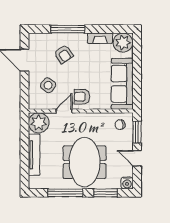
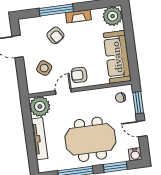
fireplace: (100, 38) -> (78, 16), moved
meeting table: (85, 162) -> (90, 139), turned 90

